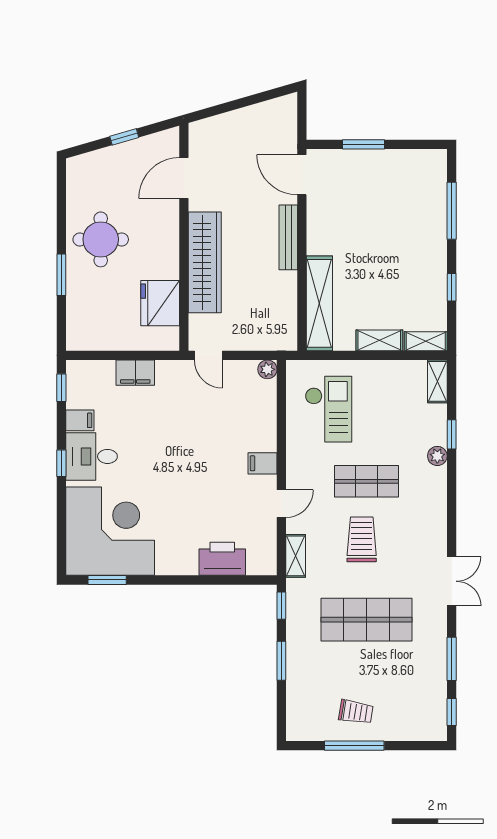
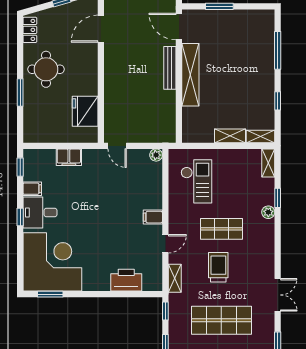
locker: (76, 180) -> (30, 30), added
wardrobe: (205, 262) -> (115, 84), removed
shelving: (319, 303) -> (190, 75), moved

